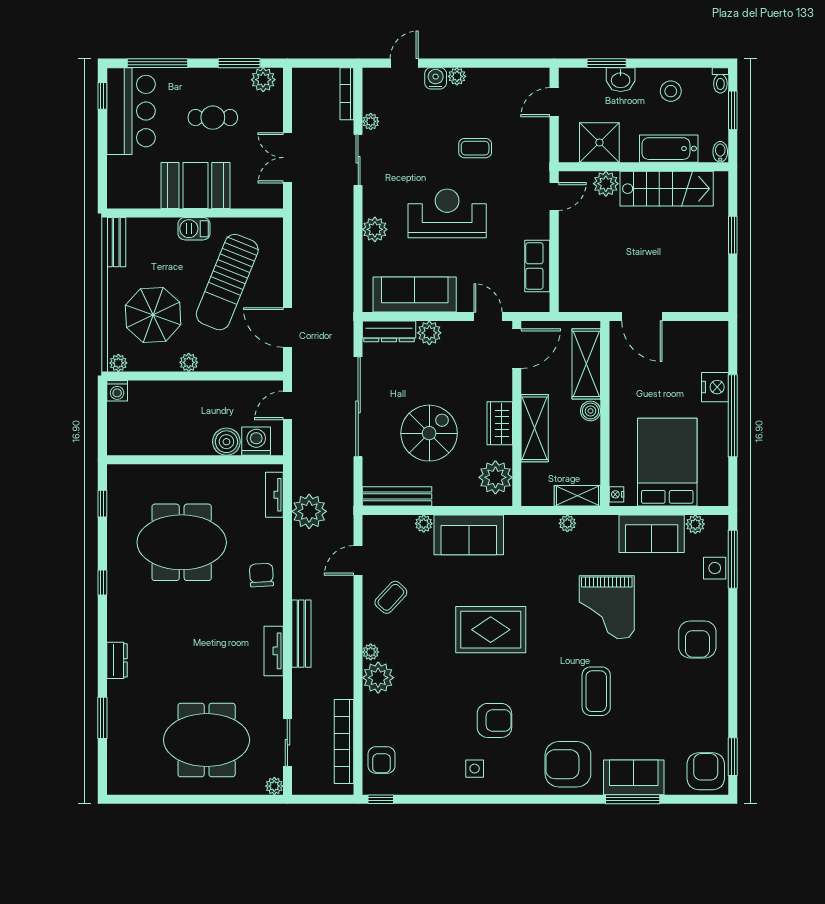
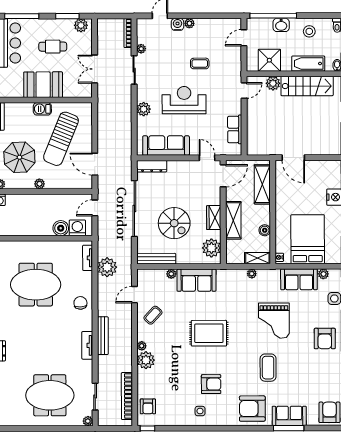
window: (607, 63) -> (273, 16), width x2.11
plant: (429, 333) -> (174, 167), removed
boiler: (590, 411) -> (265, 230), moved
spiral stairs: (429, 433) -> (174, 223), turned 90

